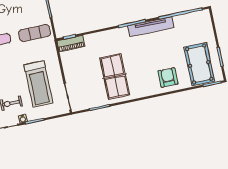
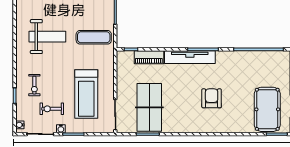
tv unit: (151, 27) -> (190, 57), moved
piano: (71, 44) -> (149, 57), moved
table tennis table: (115, 76) -> (149, 107), moved
armchair: (168, 77) -> (212, 98), moved

